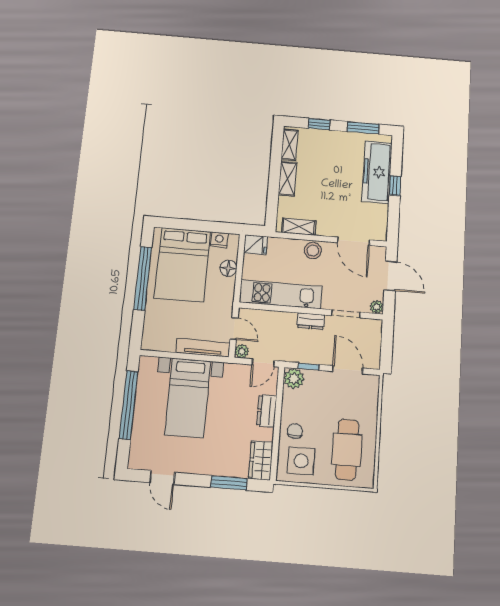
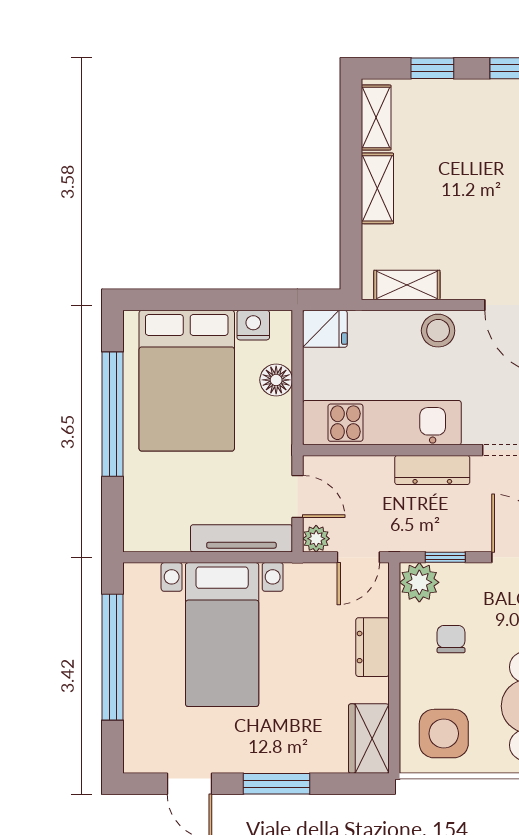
dresser: (311, 321) -> (432, 470), width x1.44
chair: (295, 431) -> (451, 639), moved
window: (229, 483) -> (276, 784), moved

